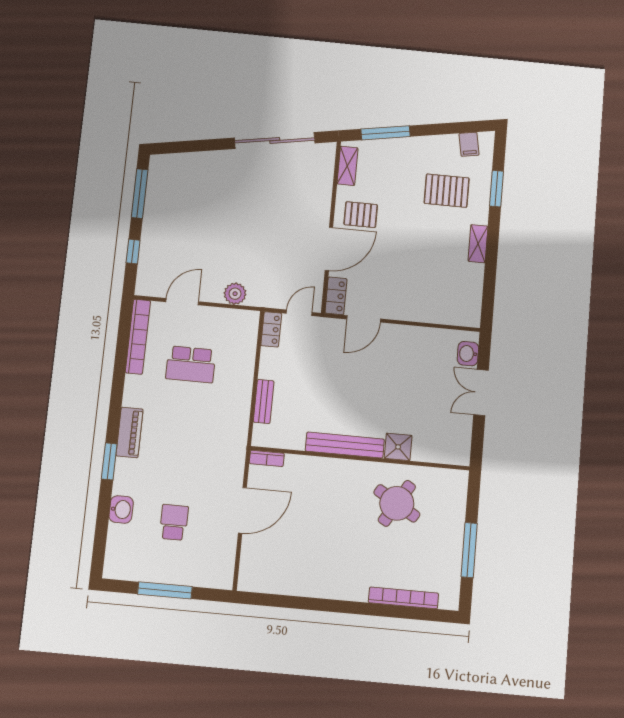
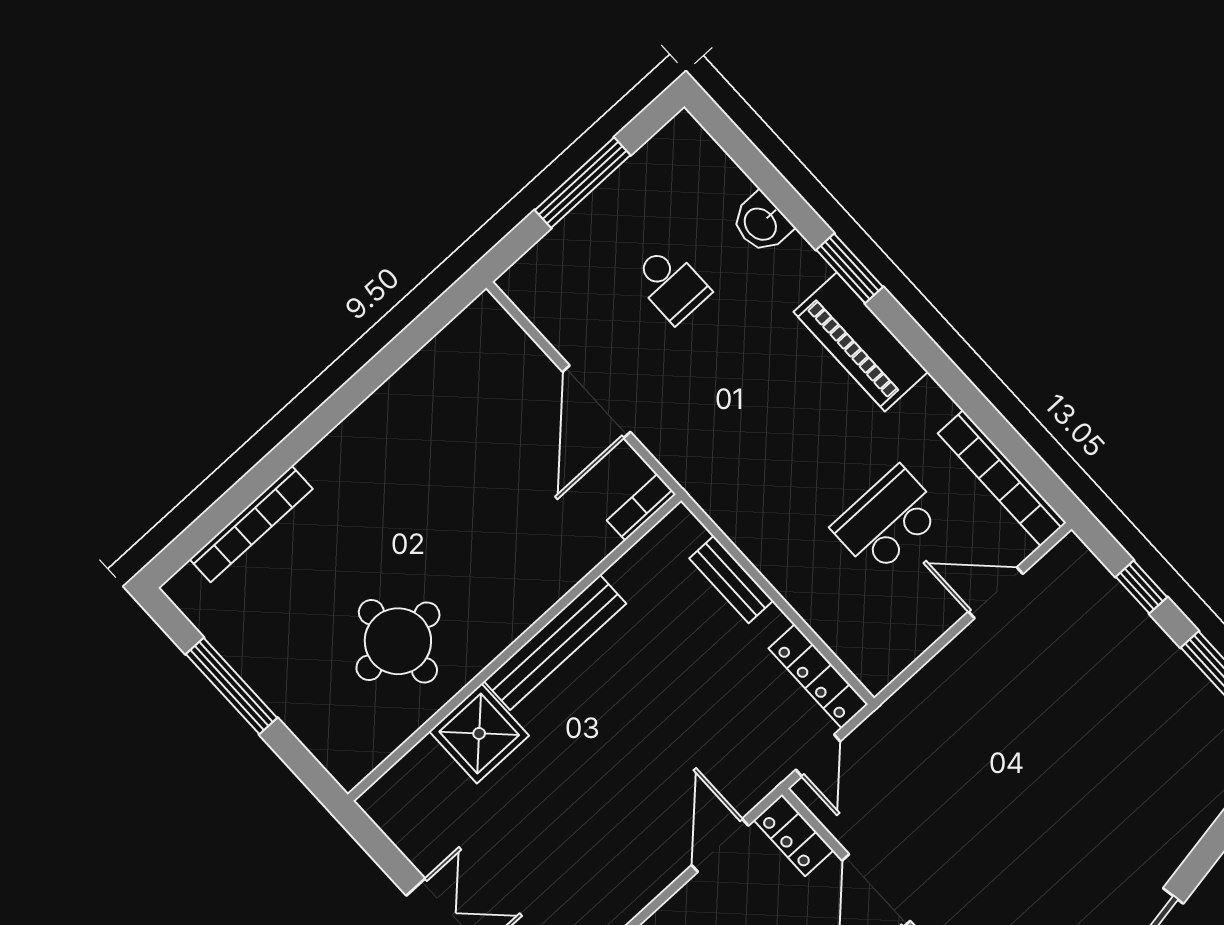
plant: (235, 294) -> (936, 684), removed
door: (182, 302) -> (996, 593), swing flipped
locker: (271, 329) -> (818, 676), width x1.53
piano: (130, 432) -> (861, 342), width x1.37, depth x1.33
shower: (398, 447) -> (479, 733), width x1.36, depth x1.36
round table: (397, 503) -> (398, 641), turned -31

